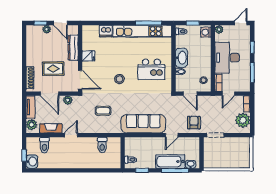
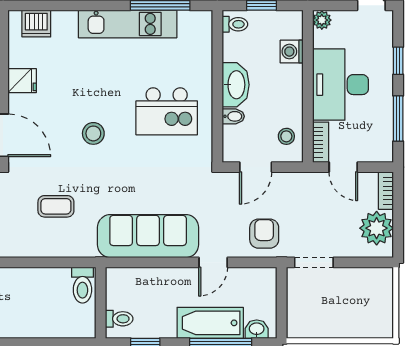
dishwasher: (106, 31) -> (36, 23), moved
kitchen unit: (142, 31) -> (128, 24), width x0.73
washing machine: (206, 32) -> (292, 52), moved
door: (190, 94) -> (256, 167), hinge flipped
door: (228, 94) -> (343, 167), hinge flipped
toilet: (102, 145) -> (82, 285), moved

